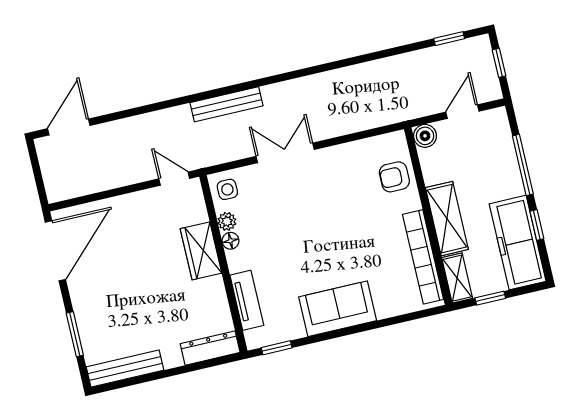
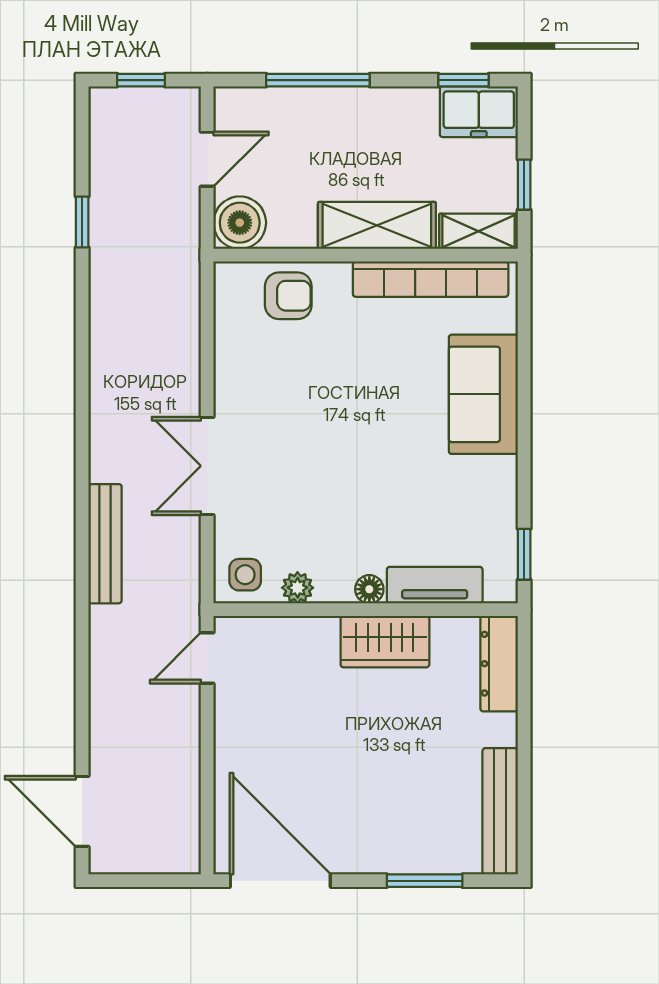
window: (449, 39) -> (82, 222), moved
door: (462, 112) -> (207, 159), swing flipped
boiler: (425, 136) -> (240, 223), width x1.36, depth x1.36
armchair: (394, 177) -> (288, 296), turned -90
window: (537, 225) -> (463, 80), moved
floor lamp: (230, 241) -> (369, 589), moved
freezer: (518, 243) -> (479, 112), width x0.52, depth x0.79
wardrobe: (201, 251) -> (385, 642), moved
sofa: (338, 309) -> (483, 394), moved

